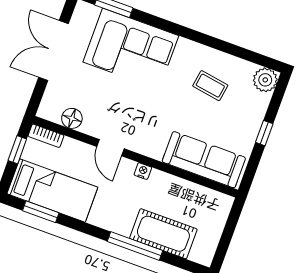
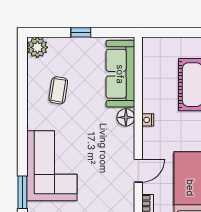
floor lamp: (72, 118) -> (126, 117), moved
door: (110, 148) -> (138, 171), moved

